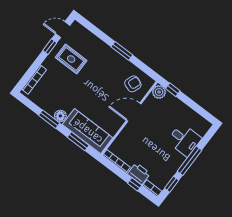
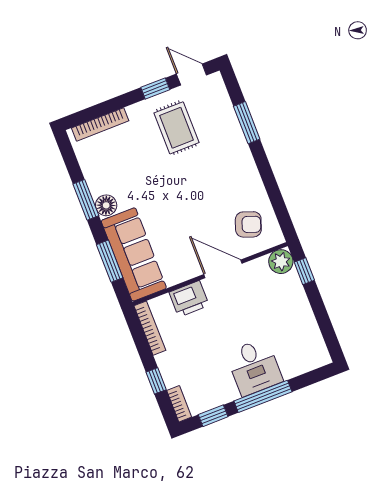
window: (122, 51) -> (247, 123), moved
desk: (184, 140) -> (254, 367), moved
printer: (139, 174) -> (189, 299), moved, turned 90

